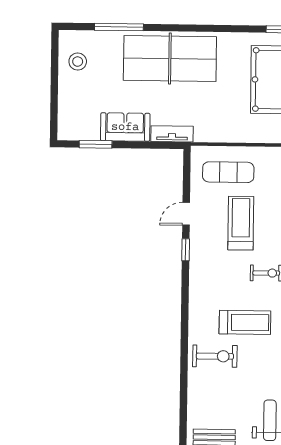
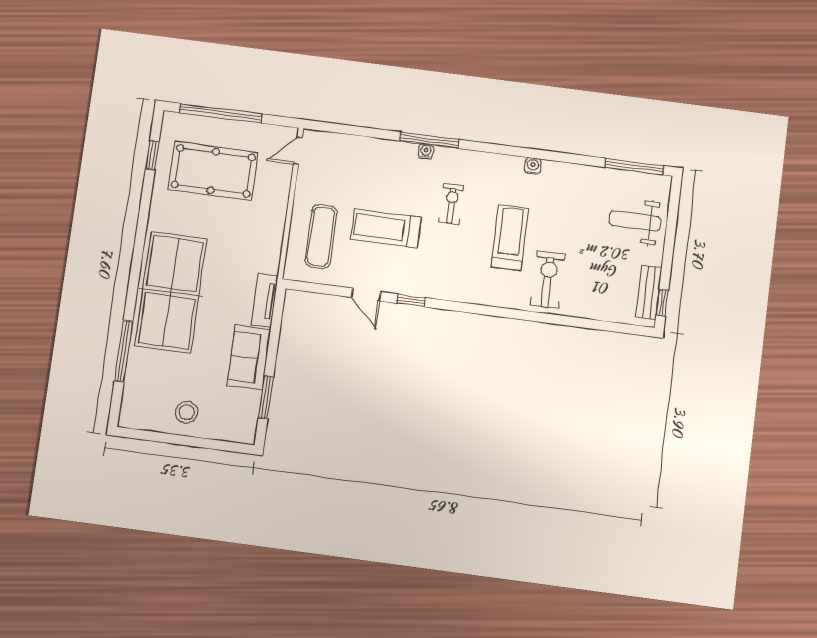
stool: (78, 62) -> (186, 412), moved

